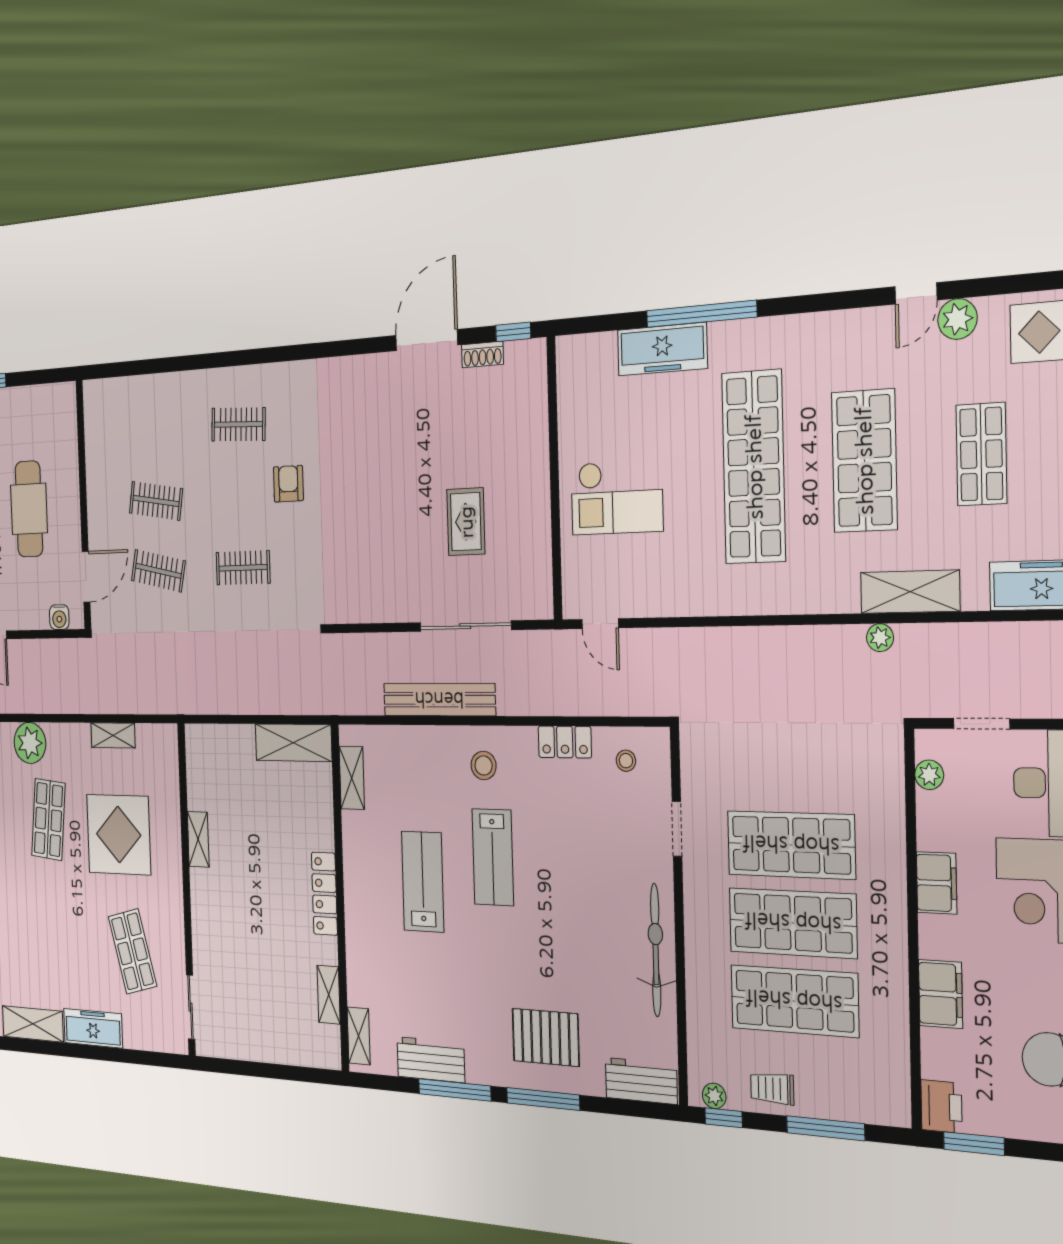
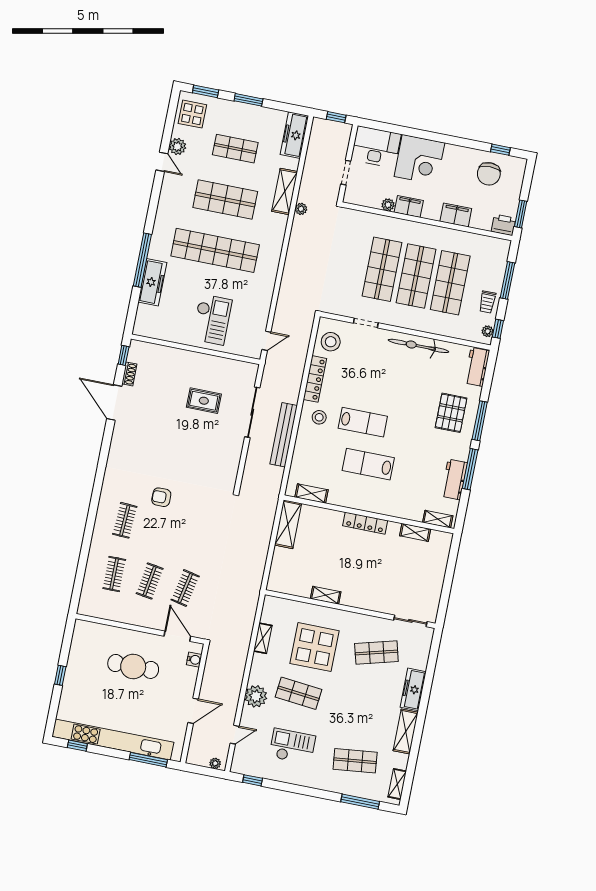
clothes rail: (243, 568) -> (114, 574), moved
locker: (565, 742) -> (315, 379), width x1.53
stool: (626, 761) -> (331, 342), width x1.89, depth x1.89
plant: (929, 775) -> (388, 205), moved

